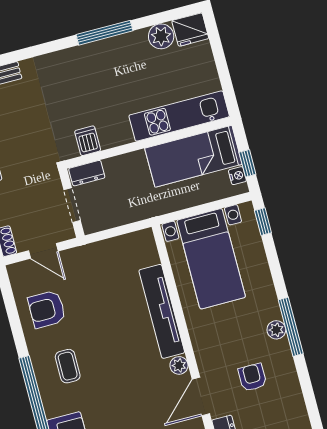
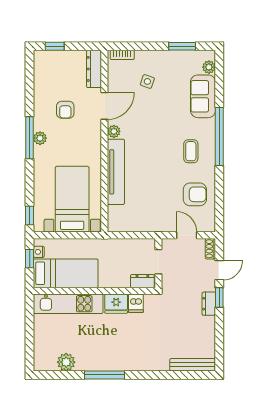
fridge: (190, 30) -> (116, 304), moved, turned 180

